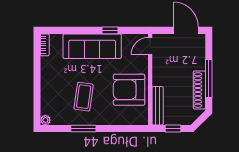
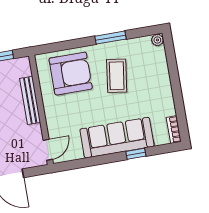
window: (110, 30) -> (136, 154), moved
armchair: (129, 90) -> (71, 74), moved
bench: (158, 106) -> (30, 100), moved

